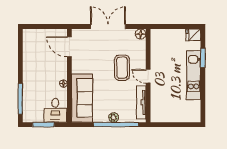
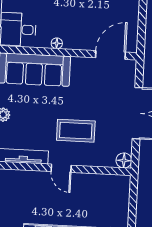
door: (148, 76) -> (61, 168), swing flipped

